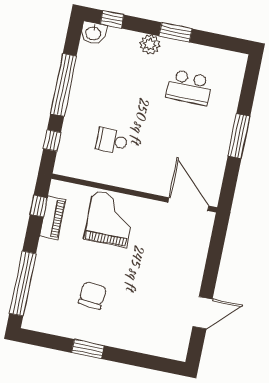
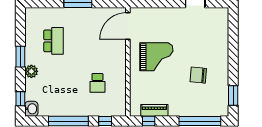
grand piano: (110, 219) -> (156, 57), moved, turned 180
window: (88, 349) -> (233, 95), moved

